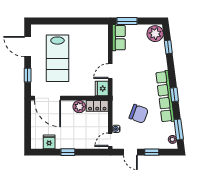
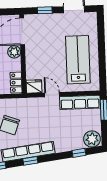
row of seats: (119, 38) -> (80, 102), width x1.48
lab bench: (57, 58) -> (78, 60), moved, turned 90
plant: (79, 107) -> (14, 52), moved

